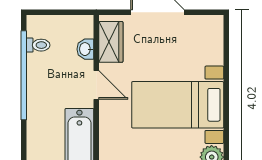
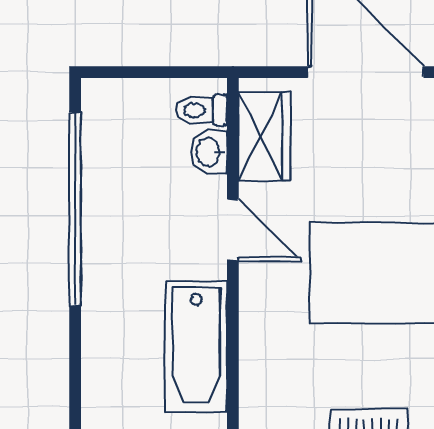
toilet: (38, 45) -> (202, 110), moved, turned 180

